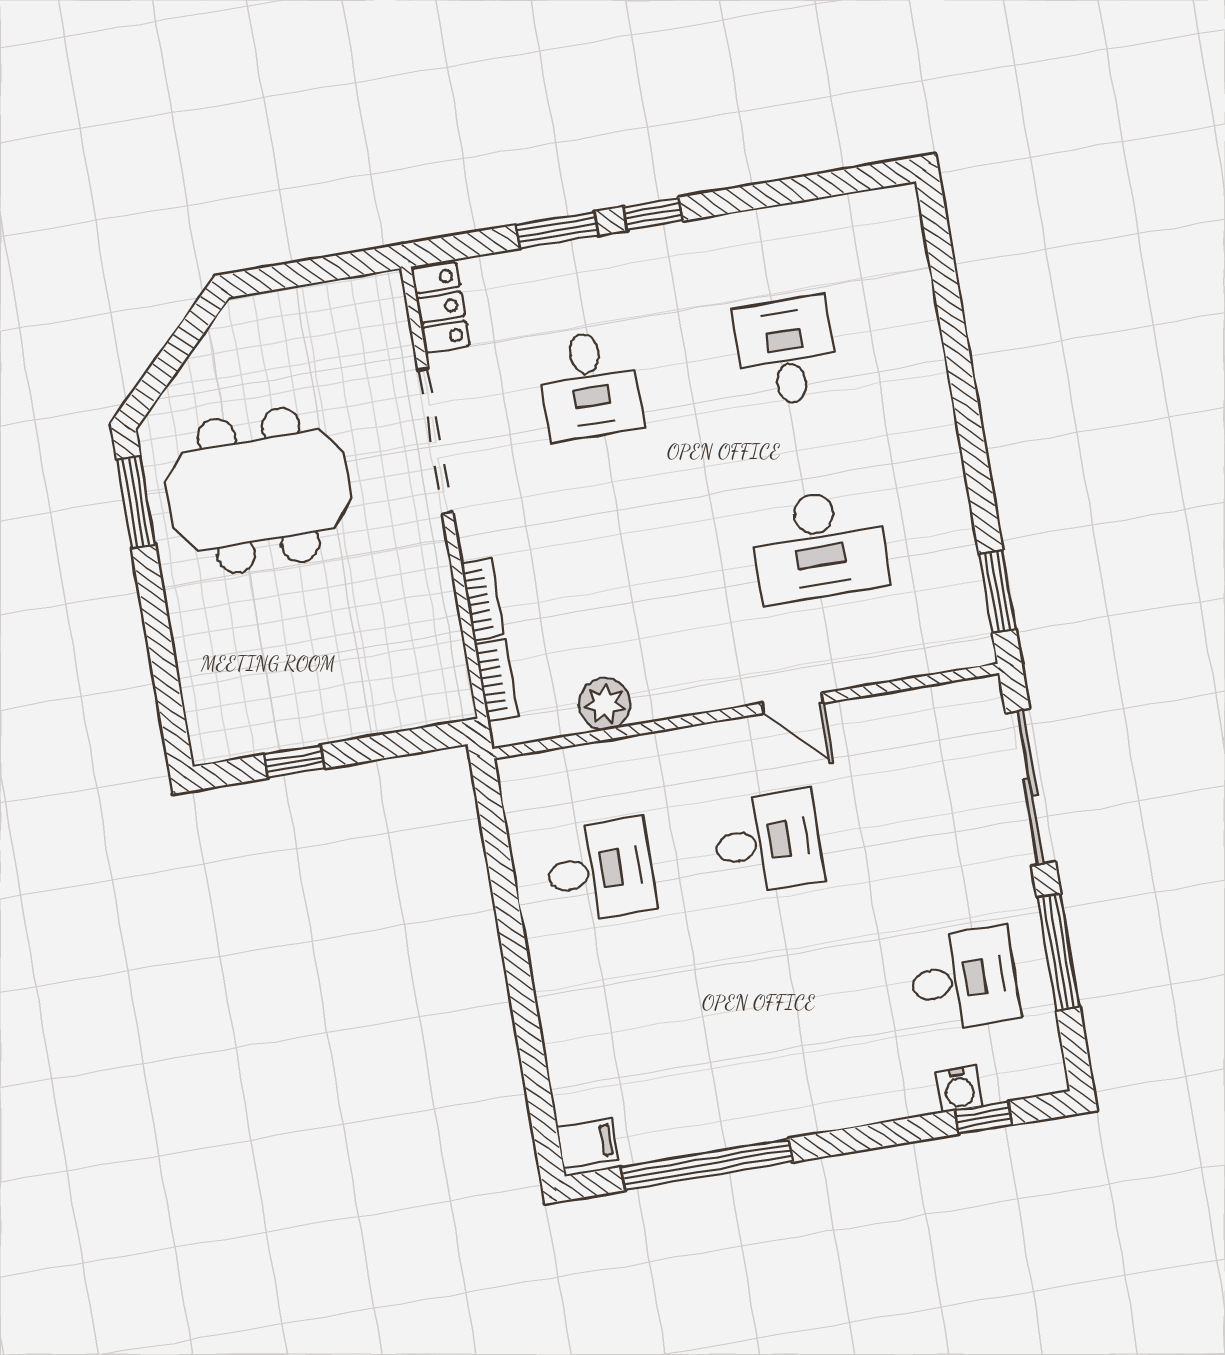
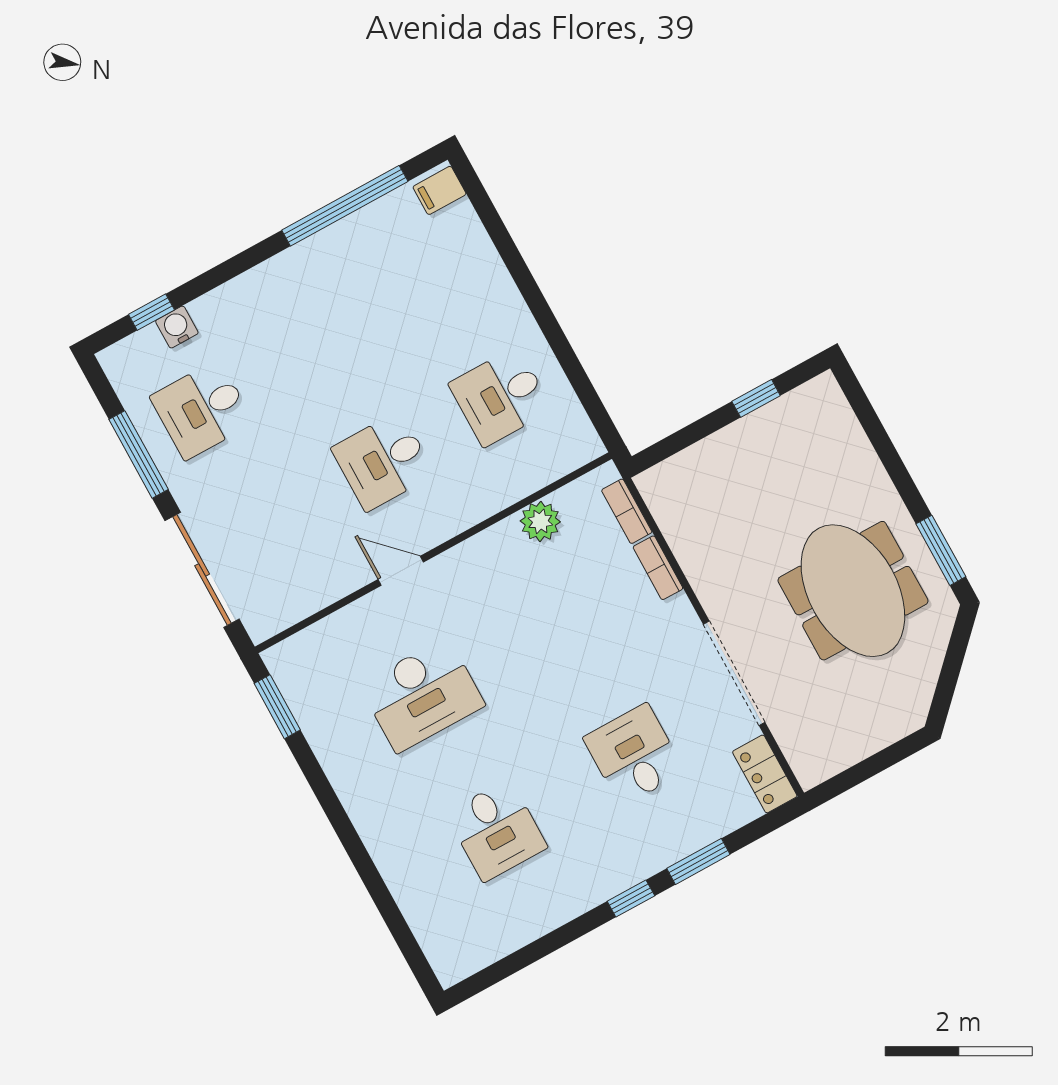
meeting table: (258, 490) -> (853, 591), turned 90
desk: (819, 545) -> (422, 695), turned 180

